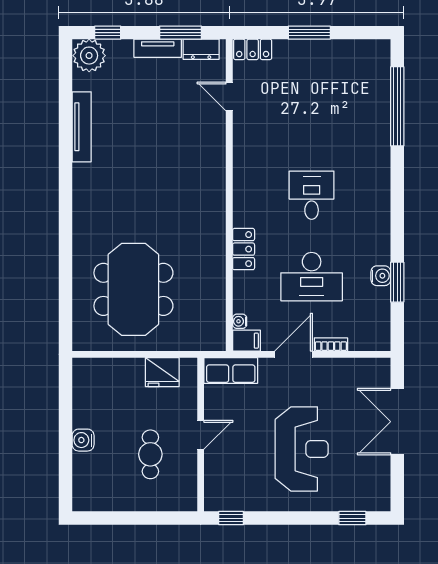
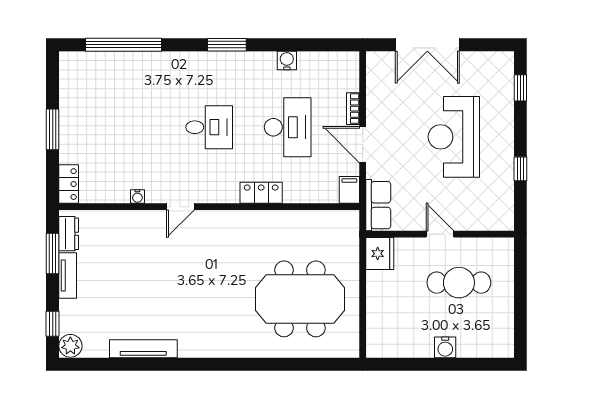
plant: (89, 56) -> (70, 346), width x0.73, depth x0.73
door: (229, 96) -> (180, 207), moved
desk: (312, 195) -> (209, 127), turned 180
window: (397, 282) -> (227, 45), moved
water cooler: (240, 321) -> (137, 197), moved
fridge: (162, 372) -> (380, 253), moved
reception desk: (302, 449) -> (454, 137), turned -90
cafe table: (150, 454) -> (459, 283), width x1.37, depth x1.35
window: (231, 518) -> (520, 169), moved

